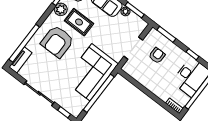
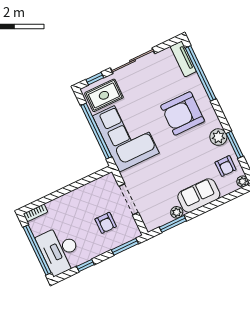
rug: (79, 22) -> (104, 95), moved
armchair: (57, 42) -> (183, 113), turned -90

